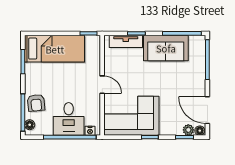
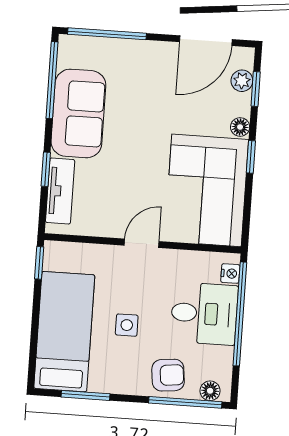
side table: (60, 80) -> (127, 325), added
floor lamp: (200, 131) -> (240, 127), moved

